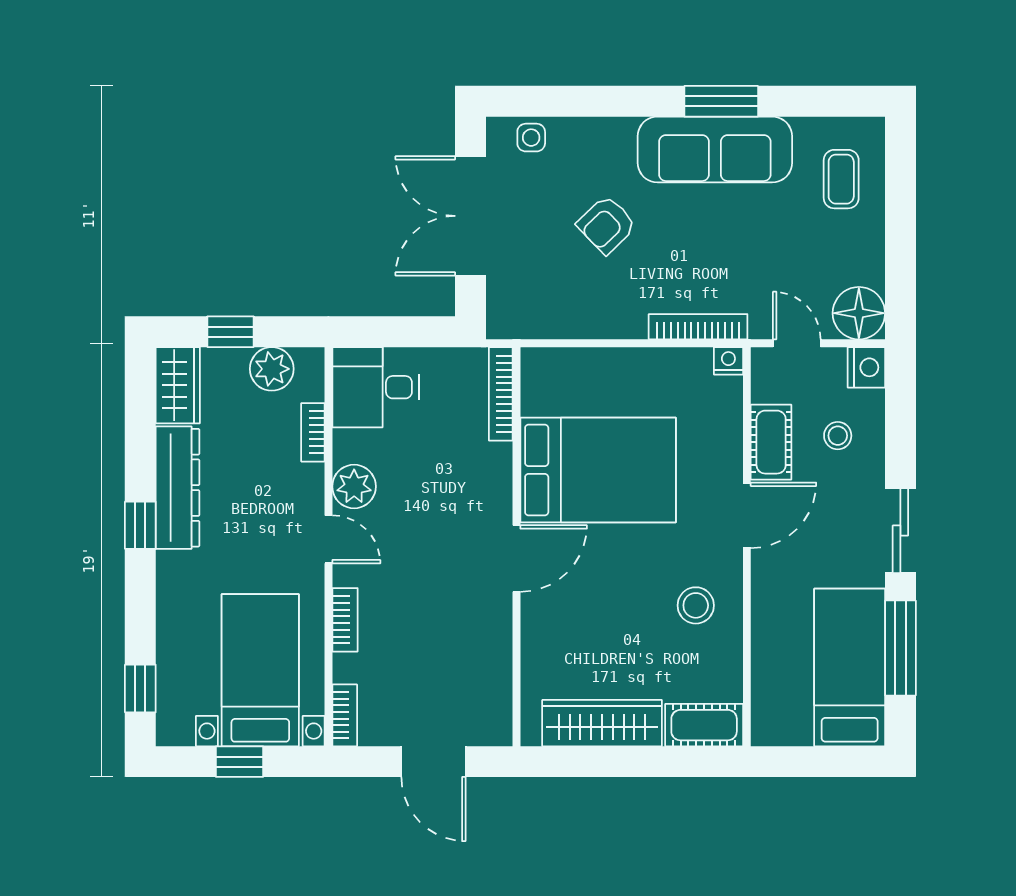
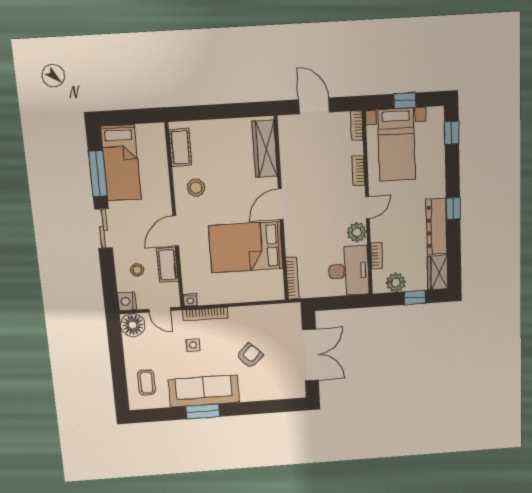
side table: (531, 138) -> (193, 345), moved
desk: (376, 387) -> (349, 271), width x1.37
door: (328, 539) -> (367, 207), swing flipped
wardrobe: (602, 723) -> (265, 149), moved, turned 90
cot: (704, 725) -> (180, 147), moved, turned 90

